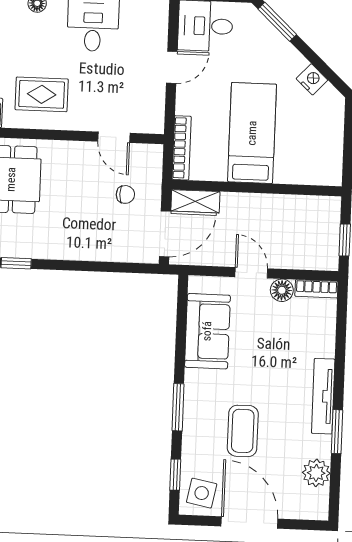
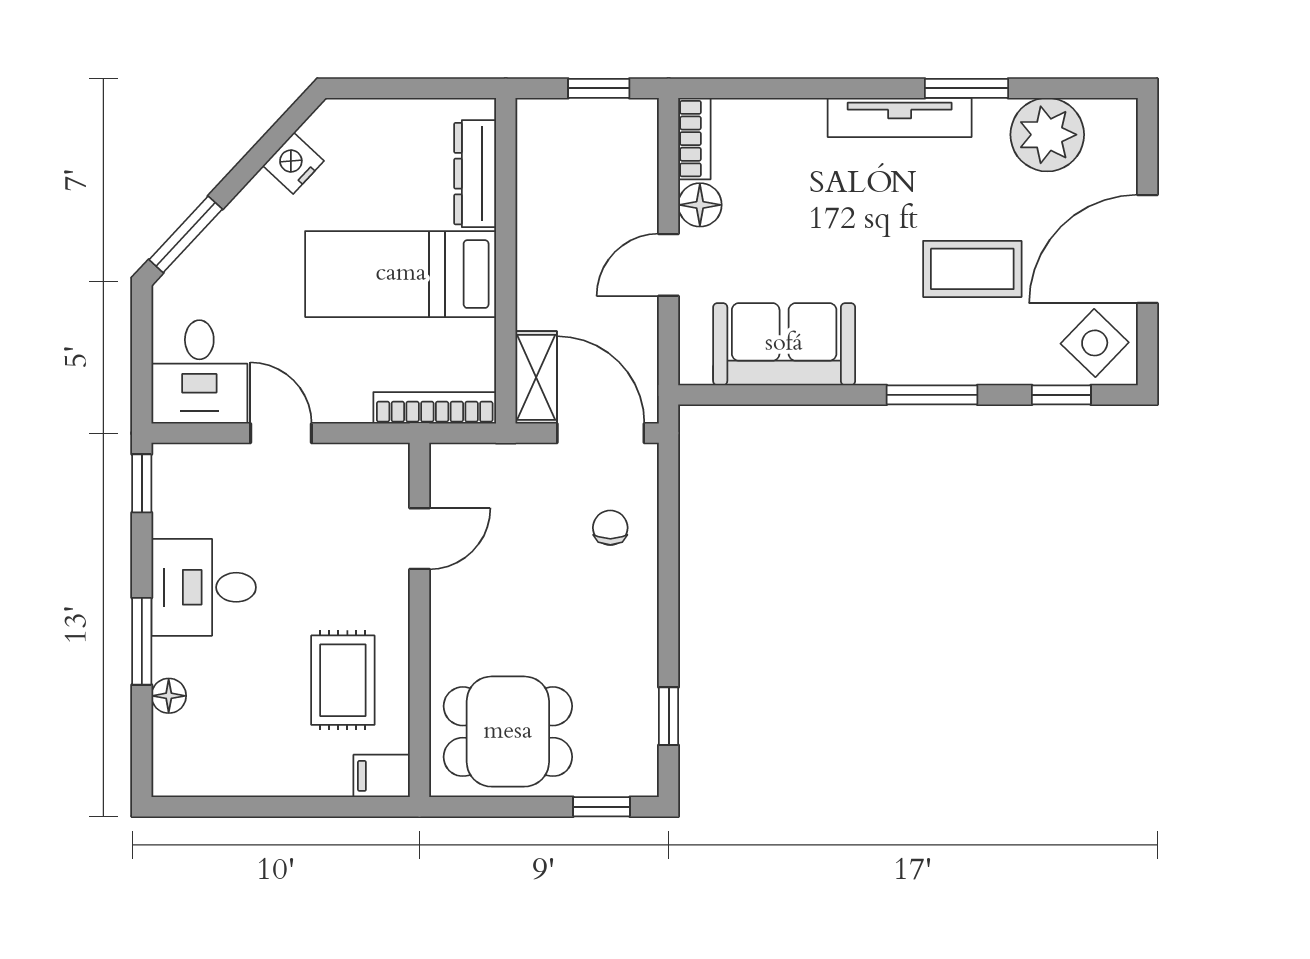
dresser: (303, 174) -> (475, 174), added
chair: (125, 194) -> (610, 528), moved
plant: (316, 473) -> (1047, 135), width x1.36, depth x1.36
side table: (202, 493) -> (1095, 343), turned 33

